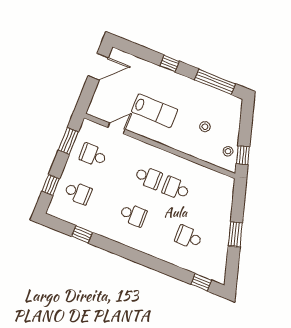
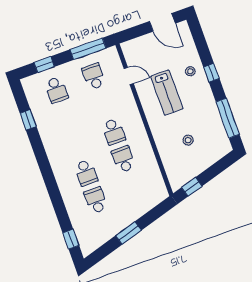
window: (68, 141) -> (88, 49), width x1.44
stool: (228, 151) -> (190, 71), moved
school desk: (133, 215) -> (86, 173), moved

